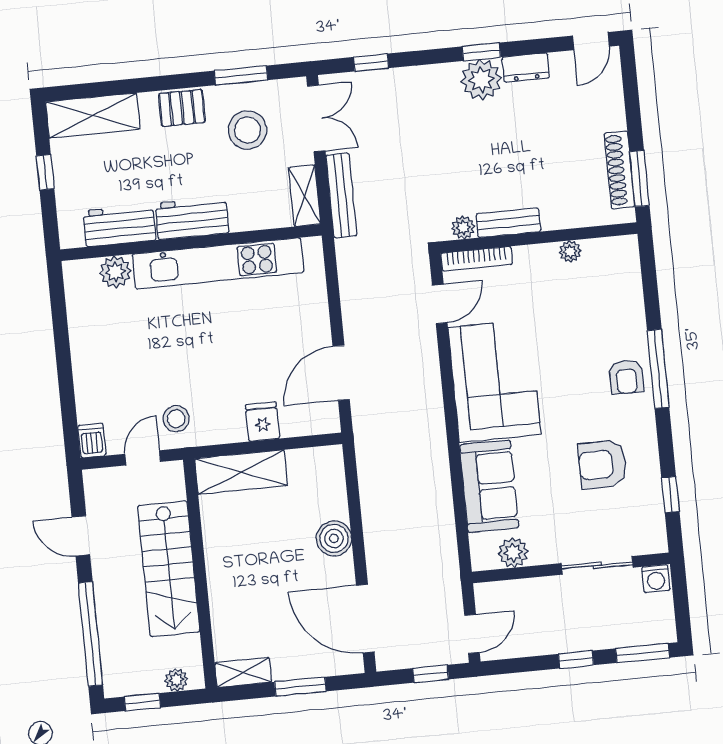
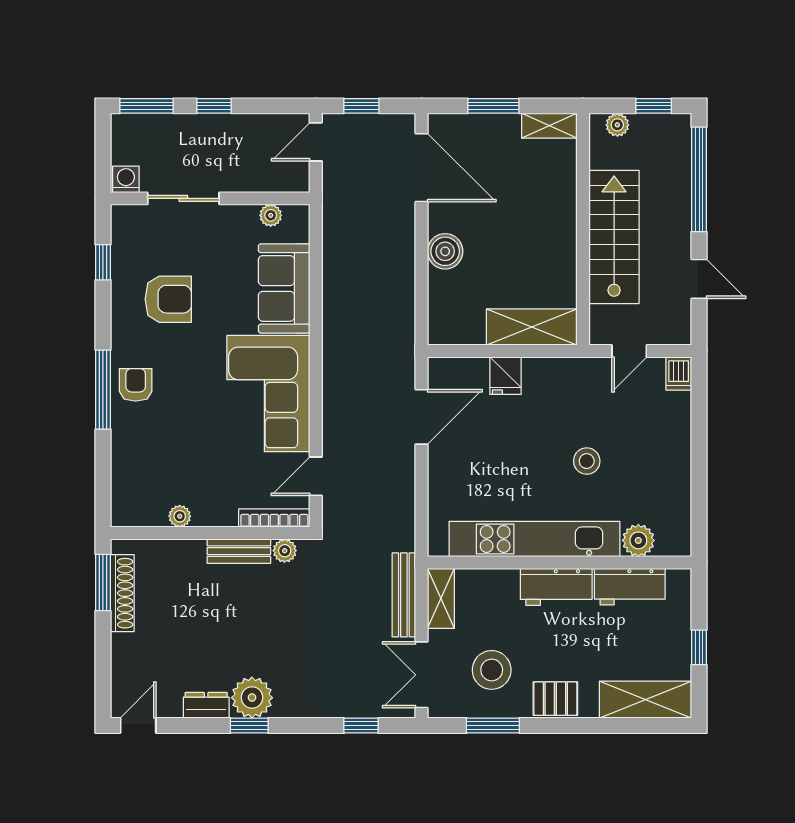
stool: (176, 419) -> (587, 461), moved
plant: (513, 553) -> (271, 215), width x0.73, depth x0.73

